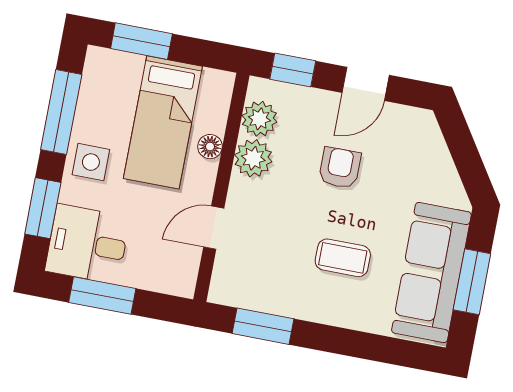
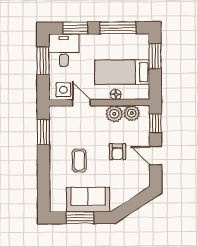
side table: (91, 162) -> (63, 90), moved
armchair: (340, 168) -> (118, 152), turned 90
sofa: (431, 272) -> (88, 200), width x0.73

